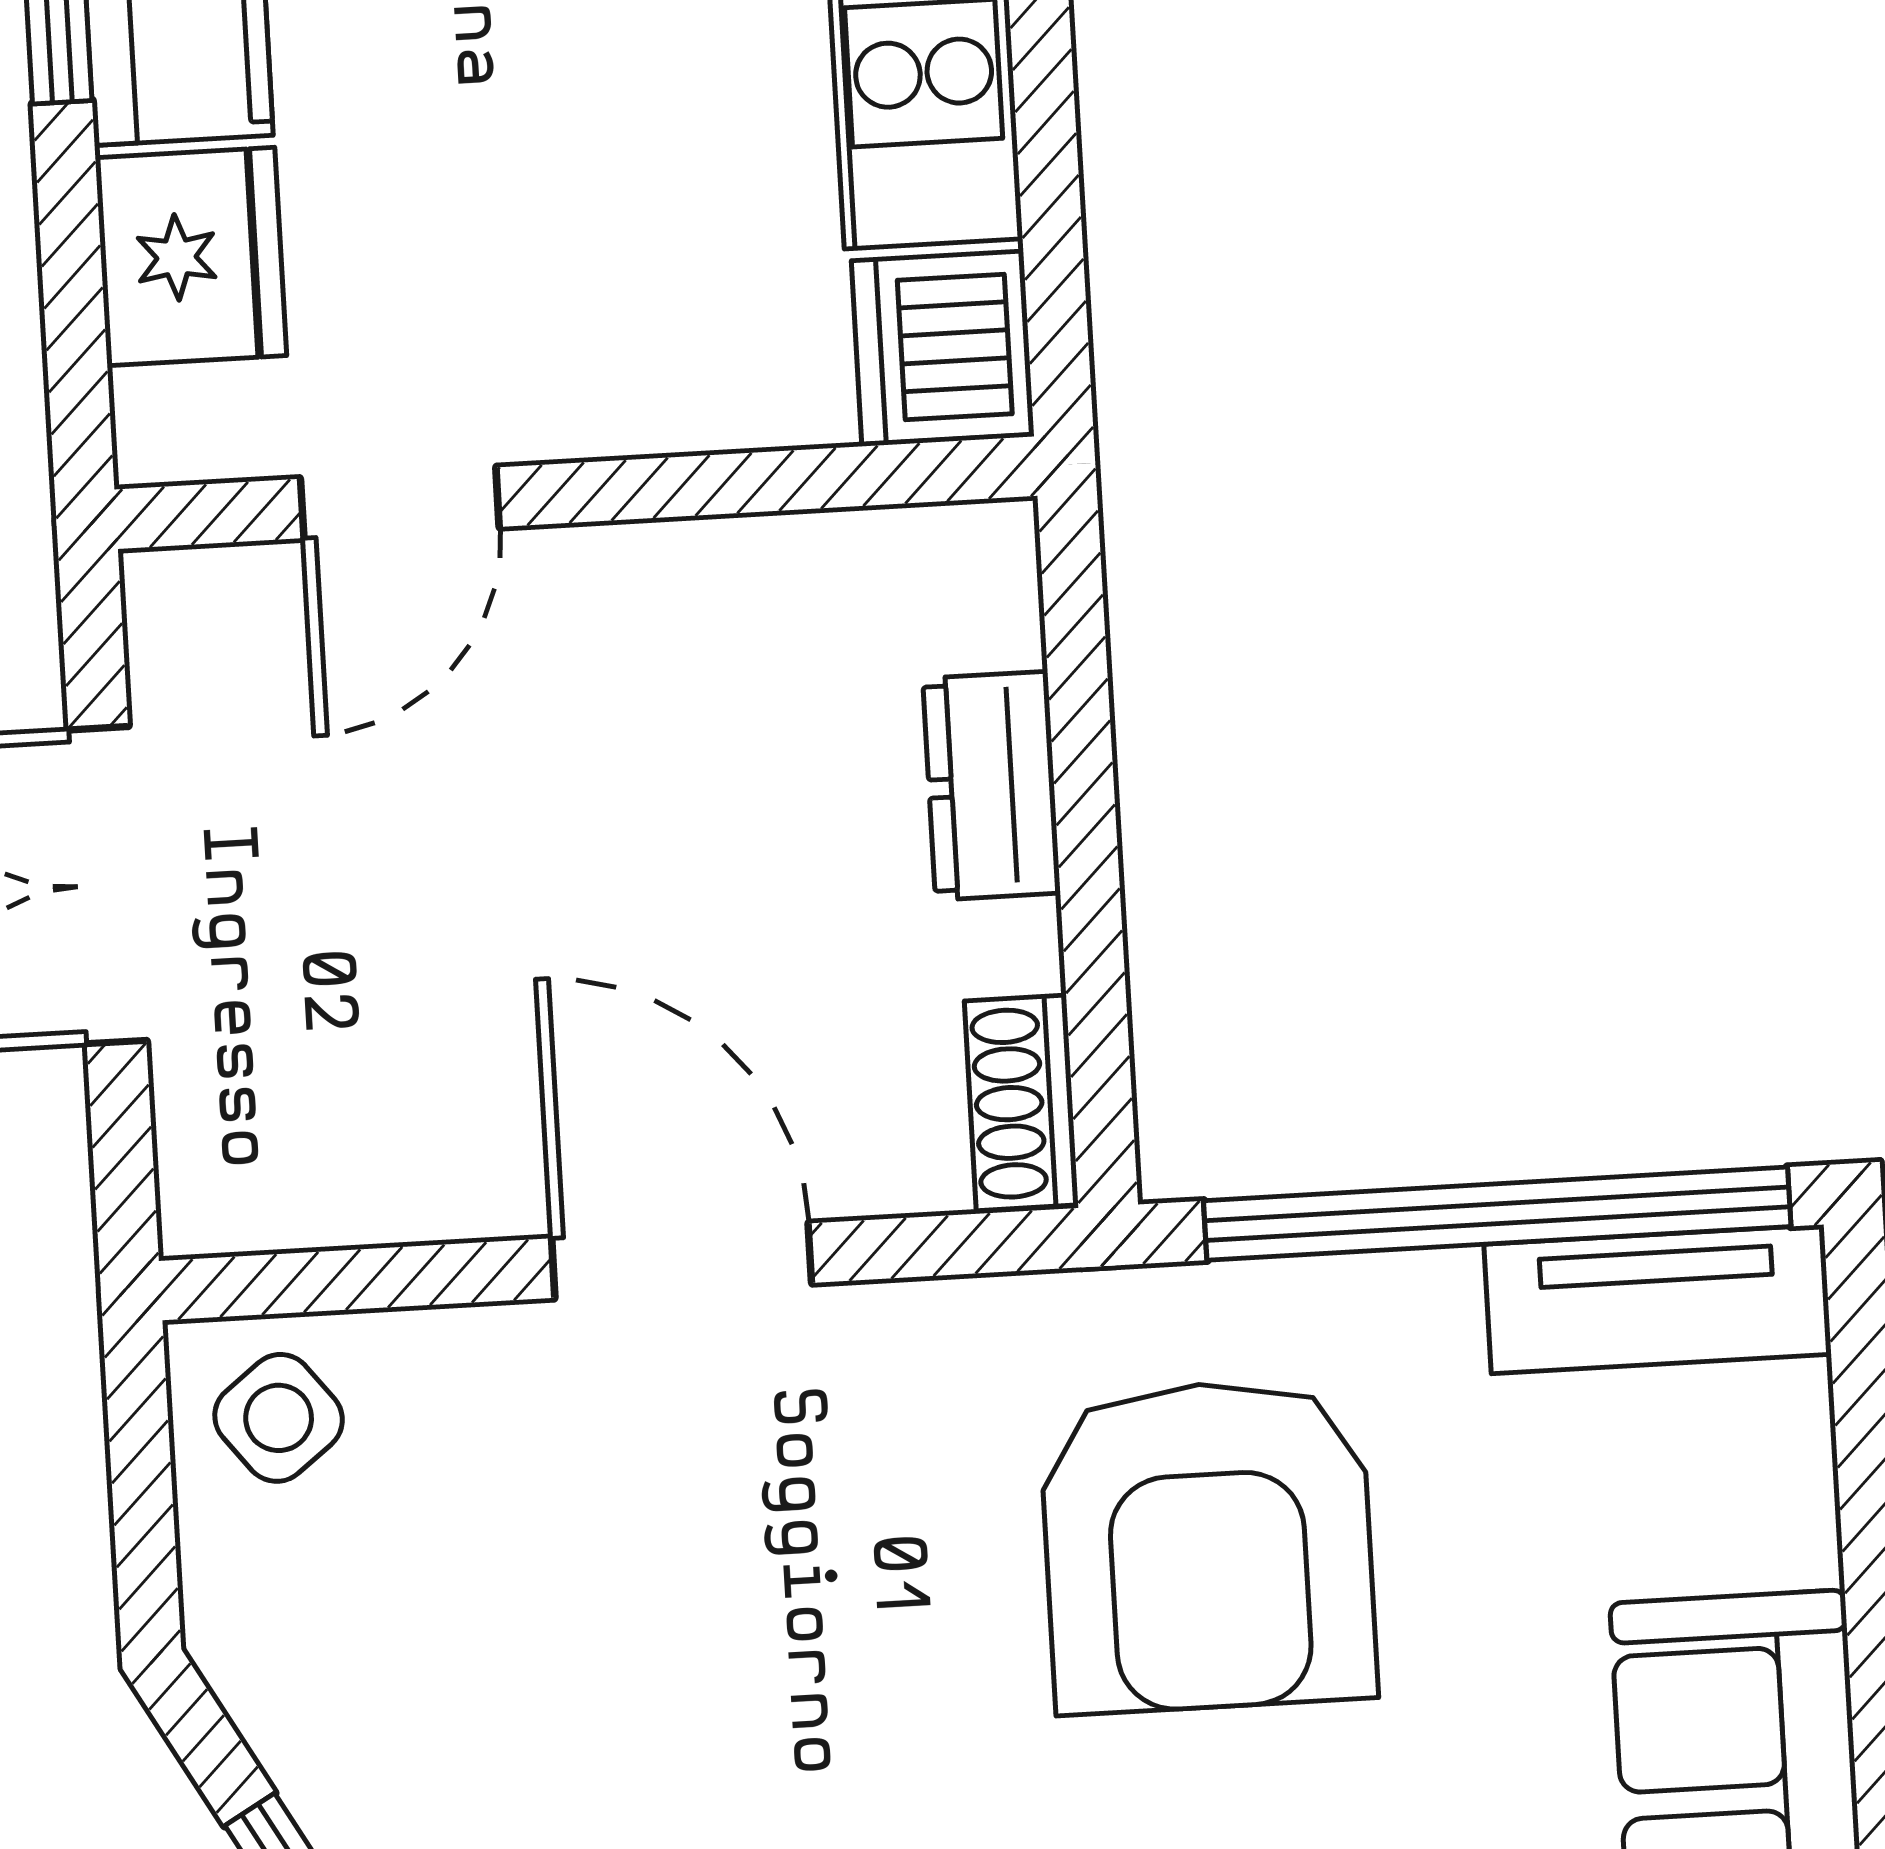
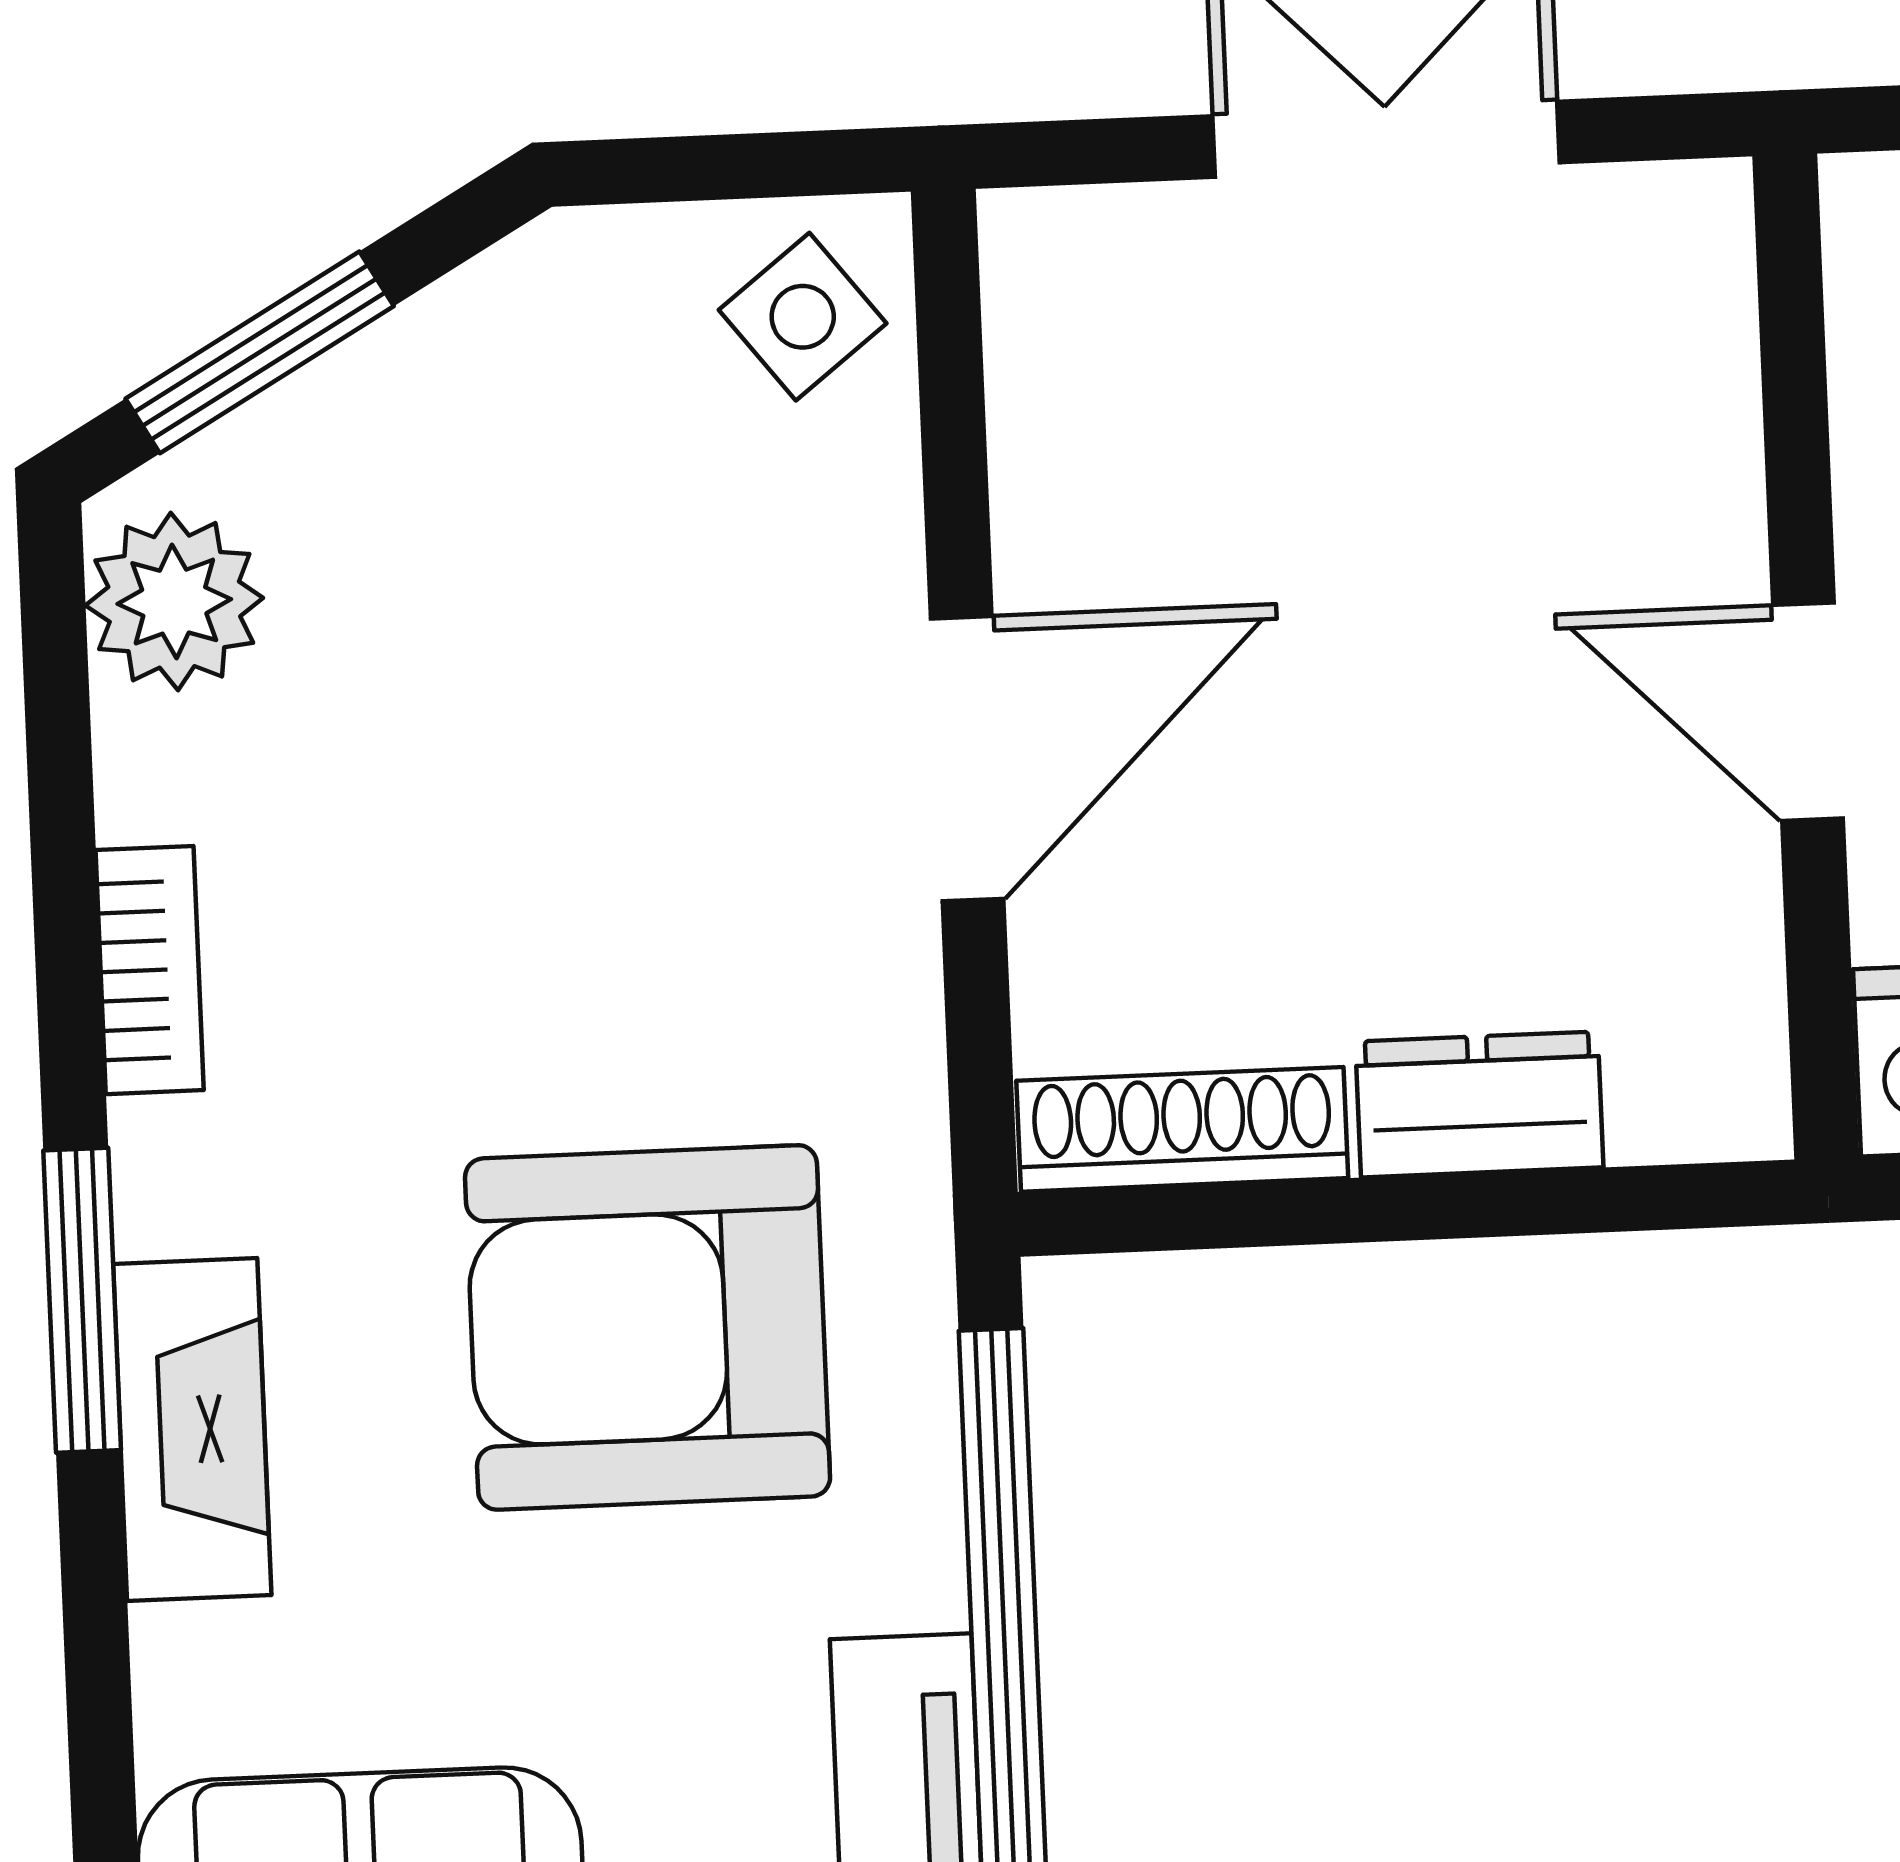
door: (400, 503) -> (1808, 712), moved
shoe rack: (1021, 1103) -> (1182, 1129), width x1.43

